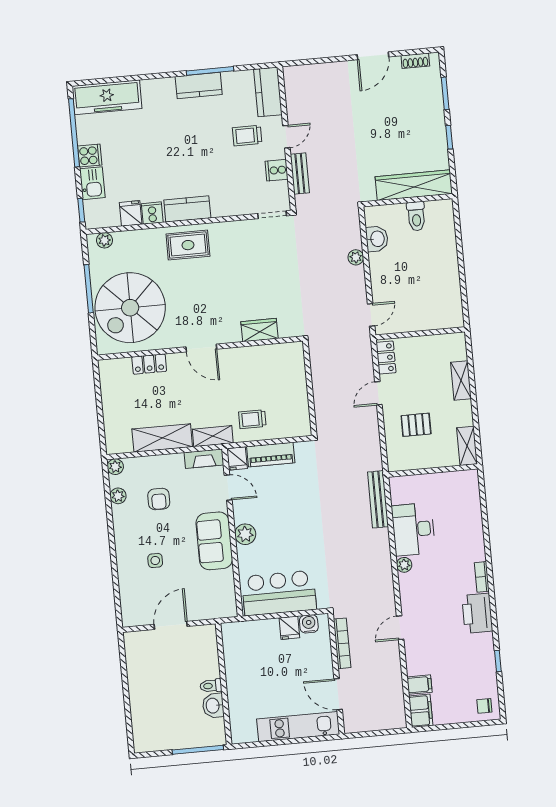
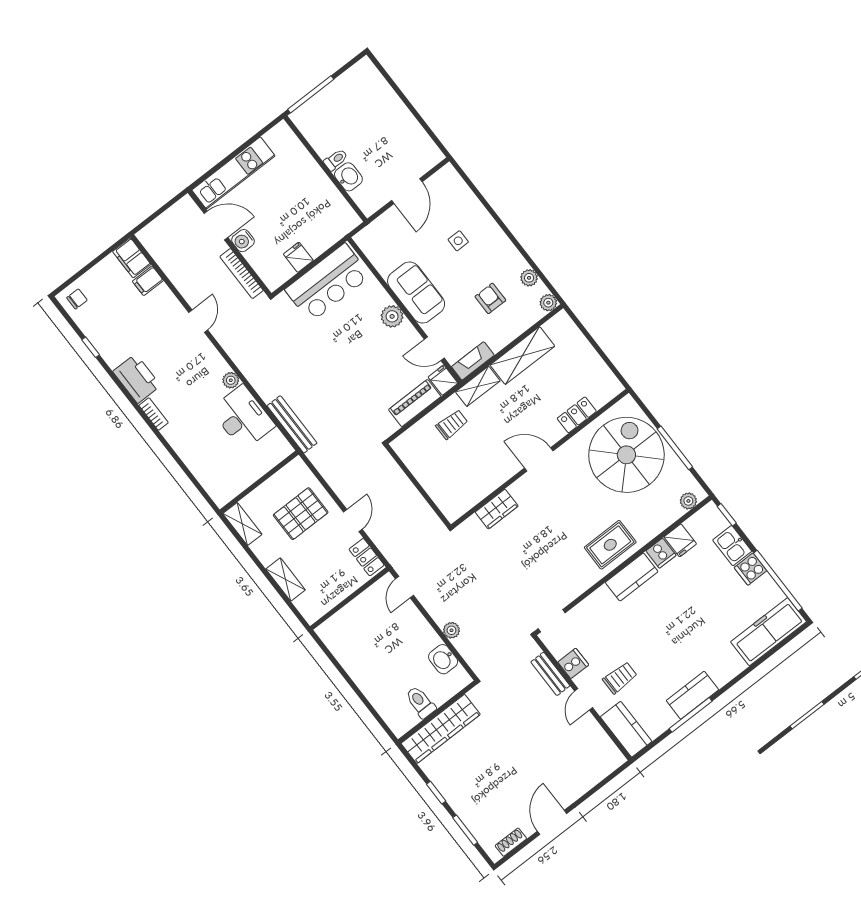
pallet: (416, 425) -> (301, 514), width x1.50, depth x1.42
water cooler: (309, 624) -> (243, 241), moved, turned 90
washbasin: (213, 706) -> (348, 177), moved

